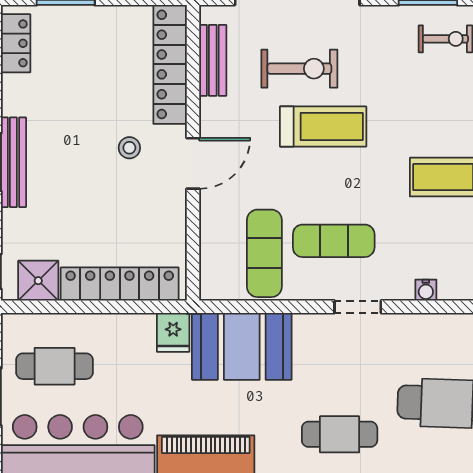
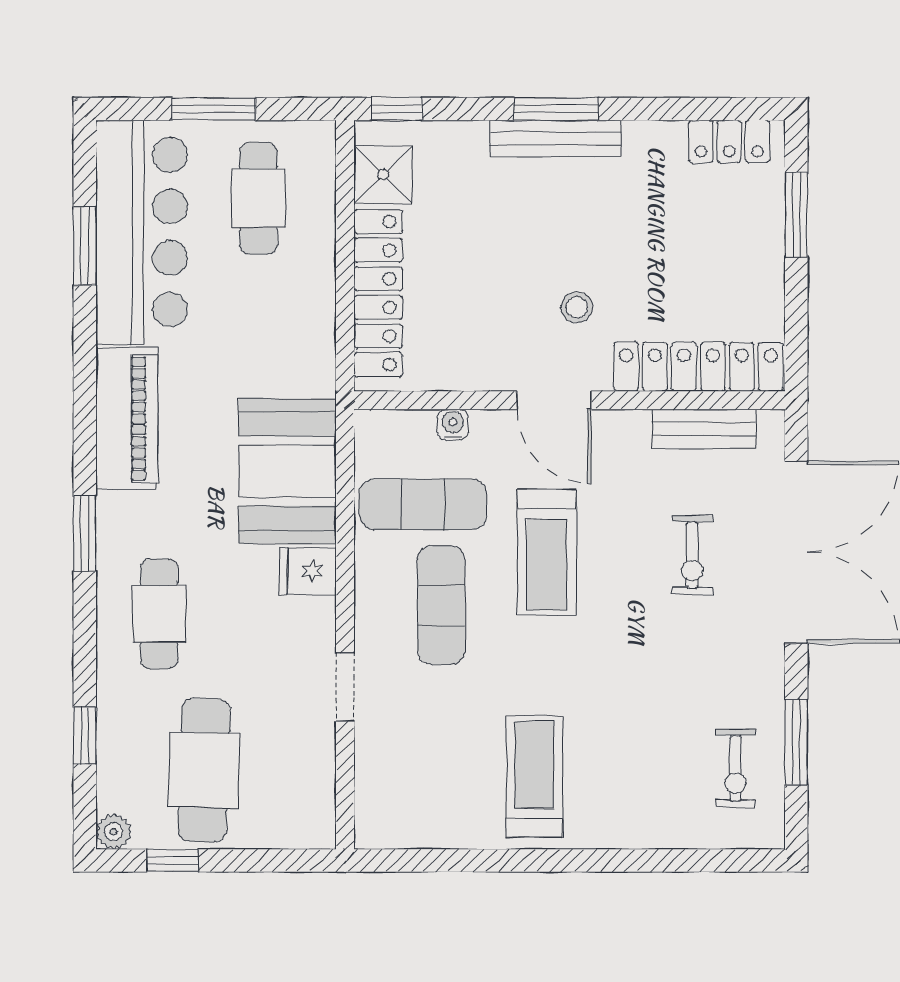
exercise bike: (299, 69) -> (692, 555), width x0.73, depth x0.72
treadmill: (323, 126) -> (547, 552), moved
water cooler: (426, 290) -> (453, 425), moved, turned 90
doorway: (358, 307) -> (345, 687), moved
fridge: (173, 332) -> (308, 571), moved

